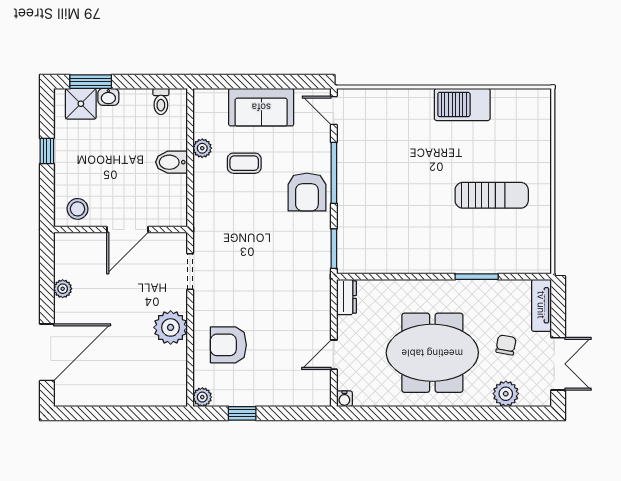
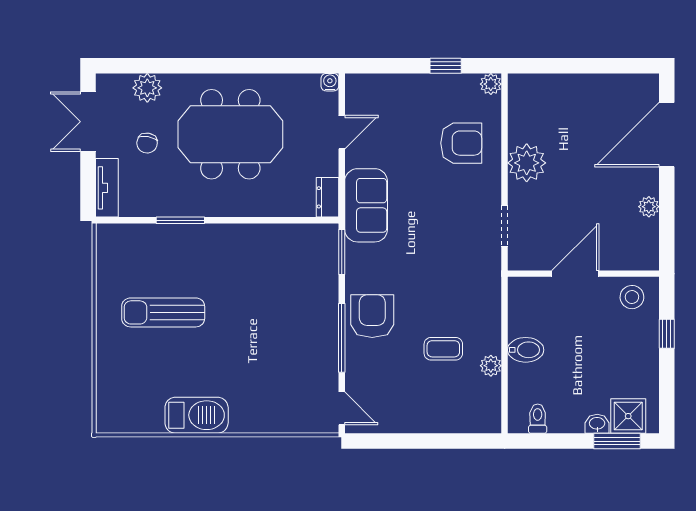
sofa: (261, 107) -> (366, 205), moved, turned 90
window: (47, 151) -> (667, 334), moved

